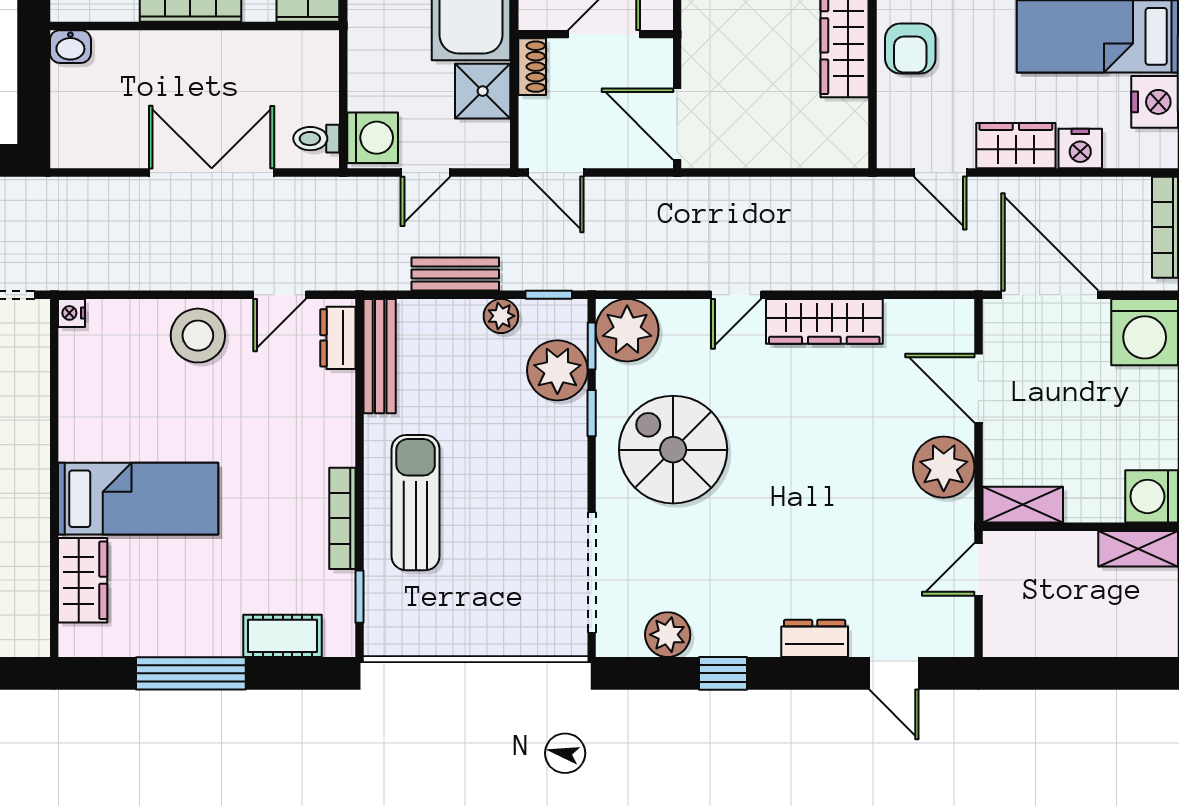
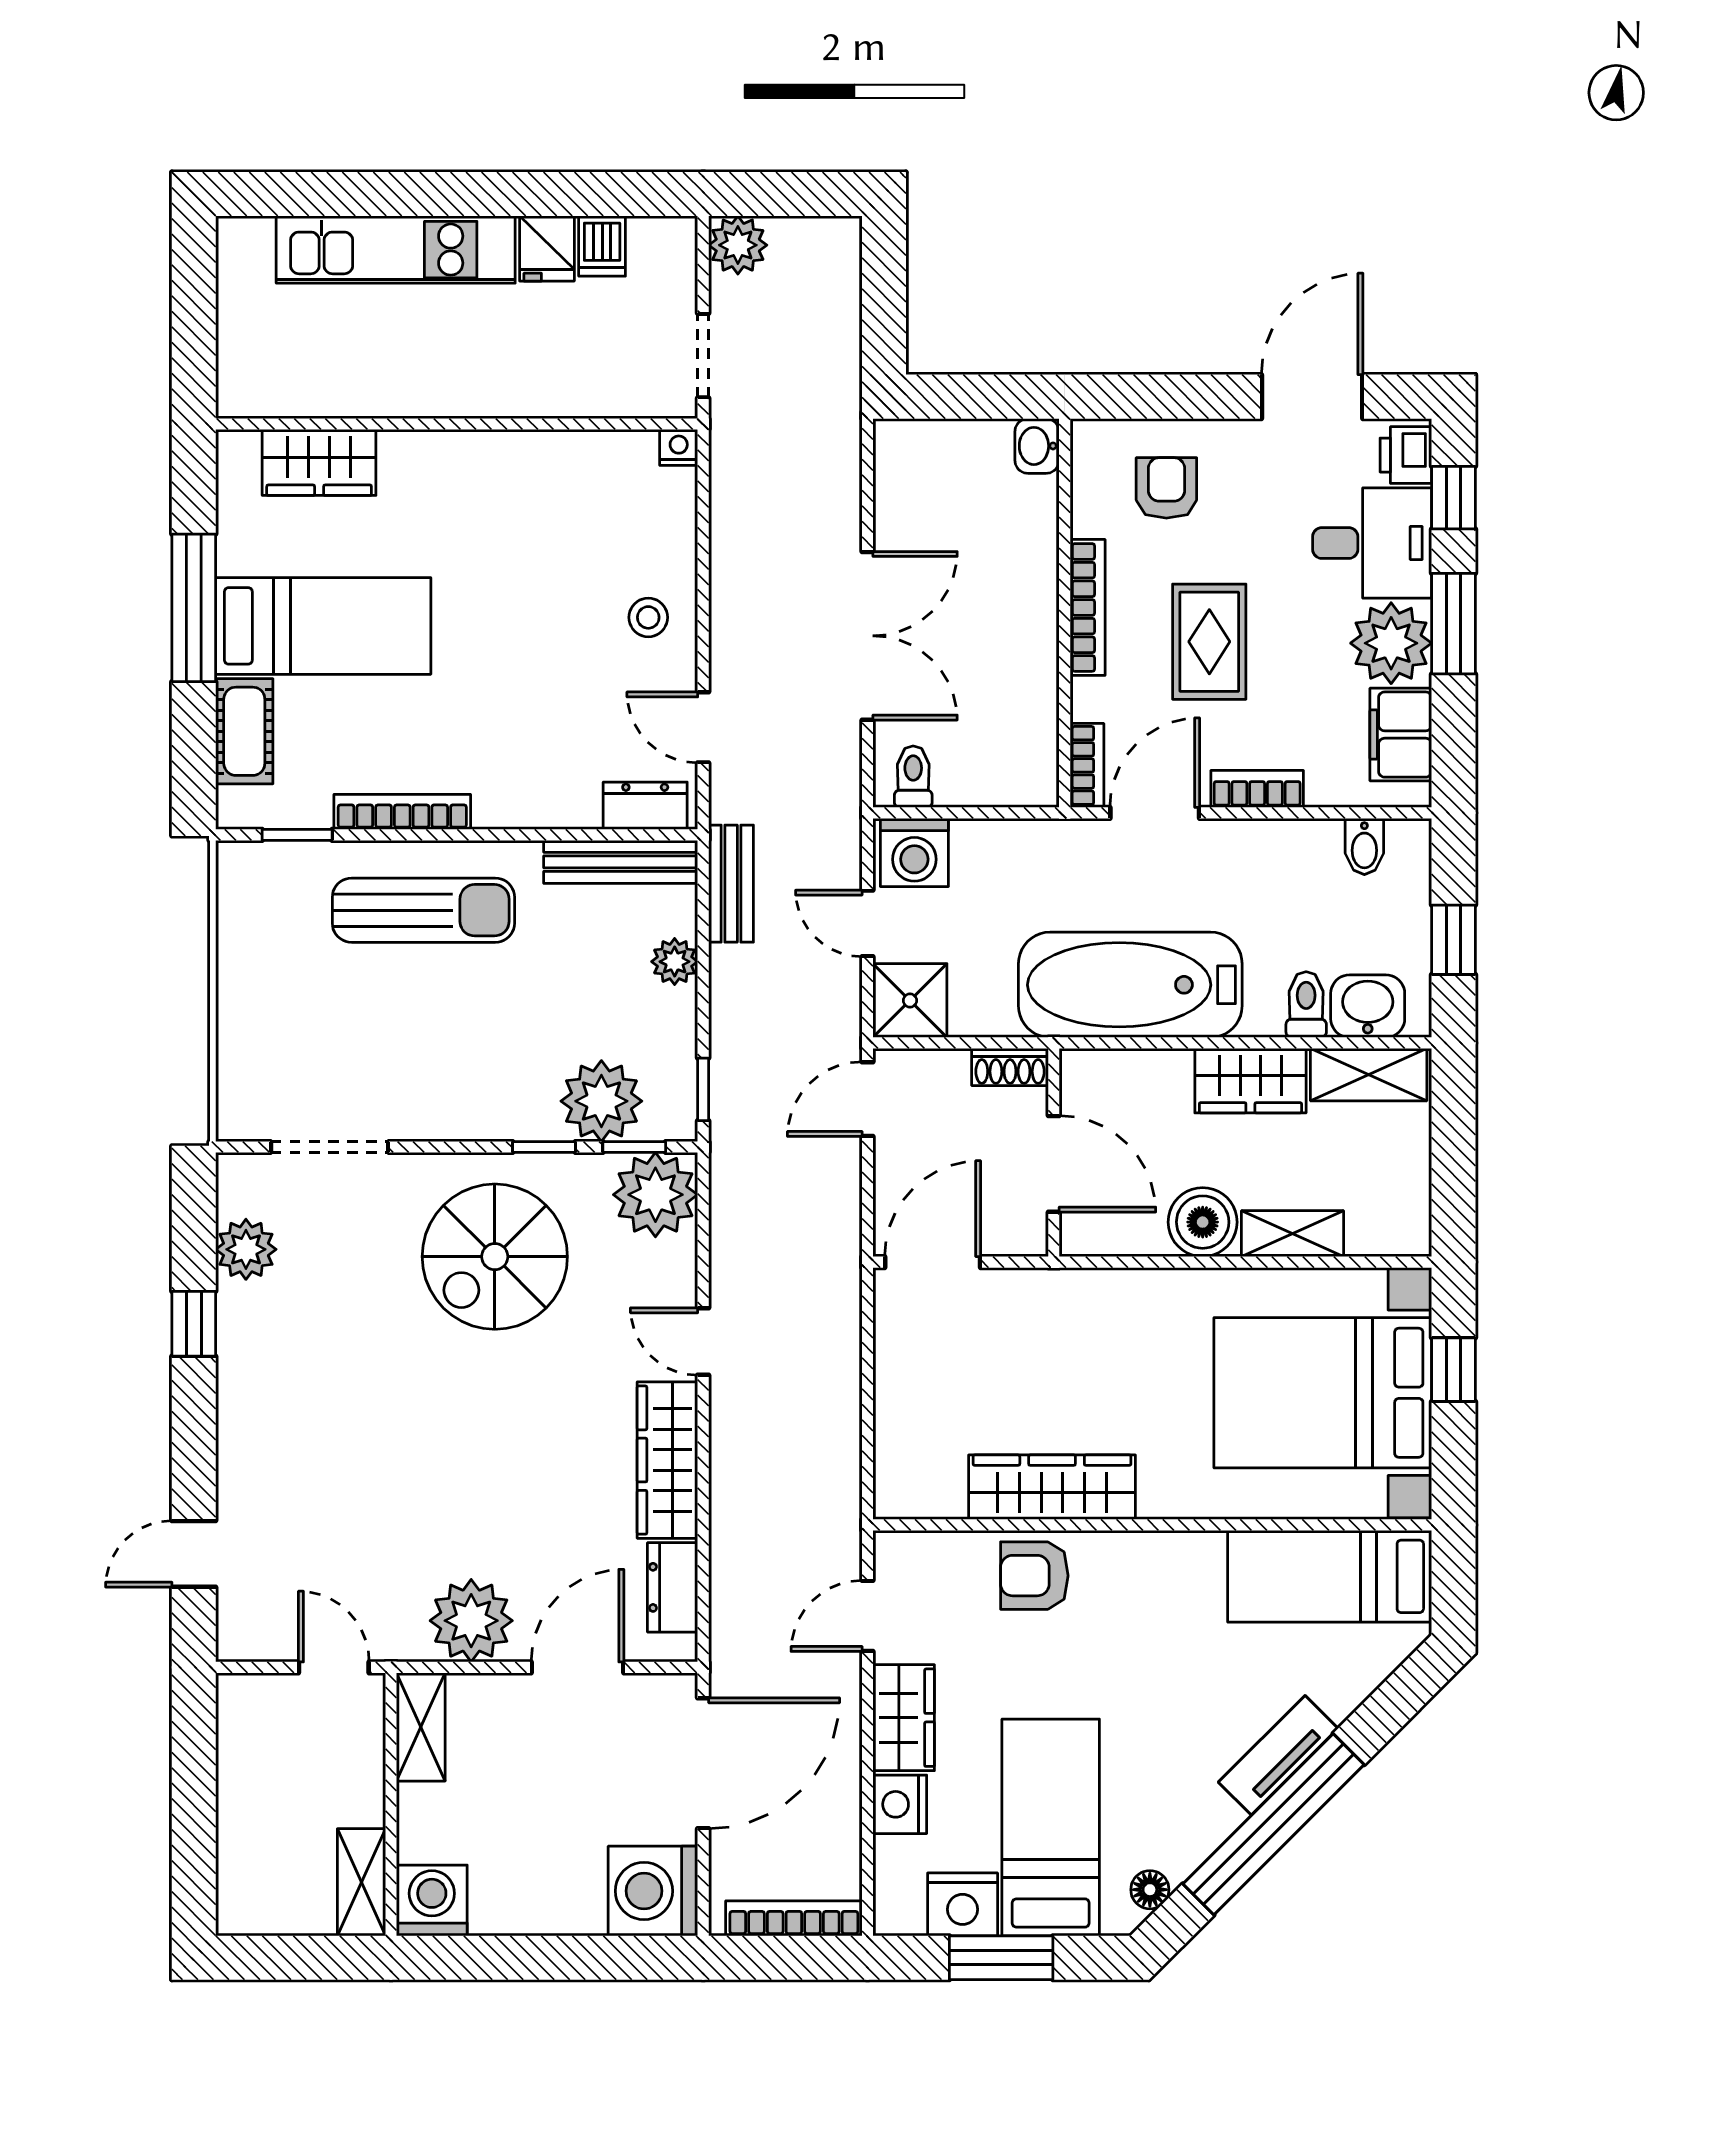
shower: (483, 91) -> (910, 1001), moved
bench: (455, 274) -> (731, 884), moved
plant: (501, 316) -> (675, 962), moved
stool: (198, 336) -> (648, 617), width x0.53, depth x0.53
spiral stairs: (673, 450) -> (495, 1257), turned 180
bed: (138, 499) -> (323, 626), moved, turned -90
doorway: (592, 572) -> (330, 1147), width x0.73
dresser: (815, 638) -> (673, 1587), moved, turned 180

